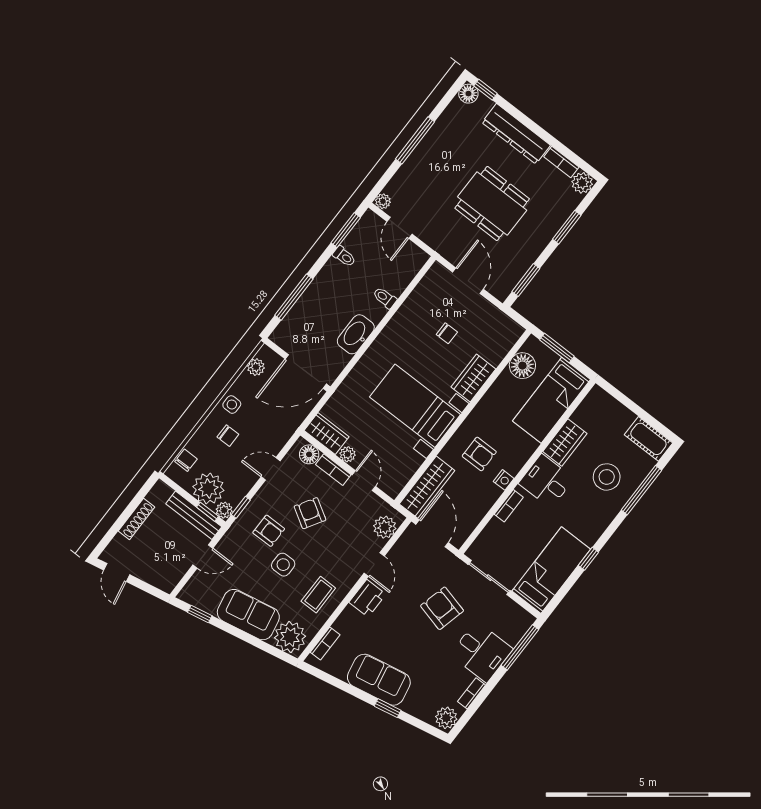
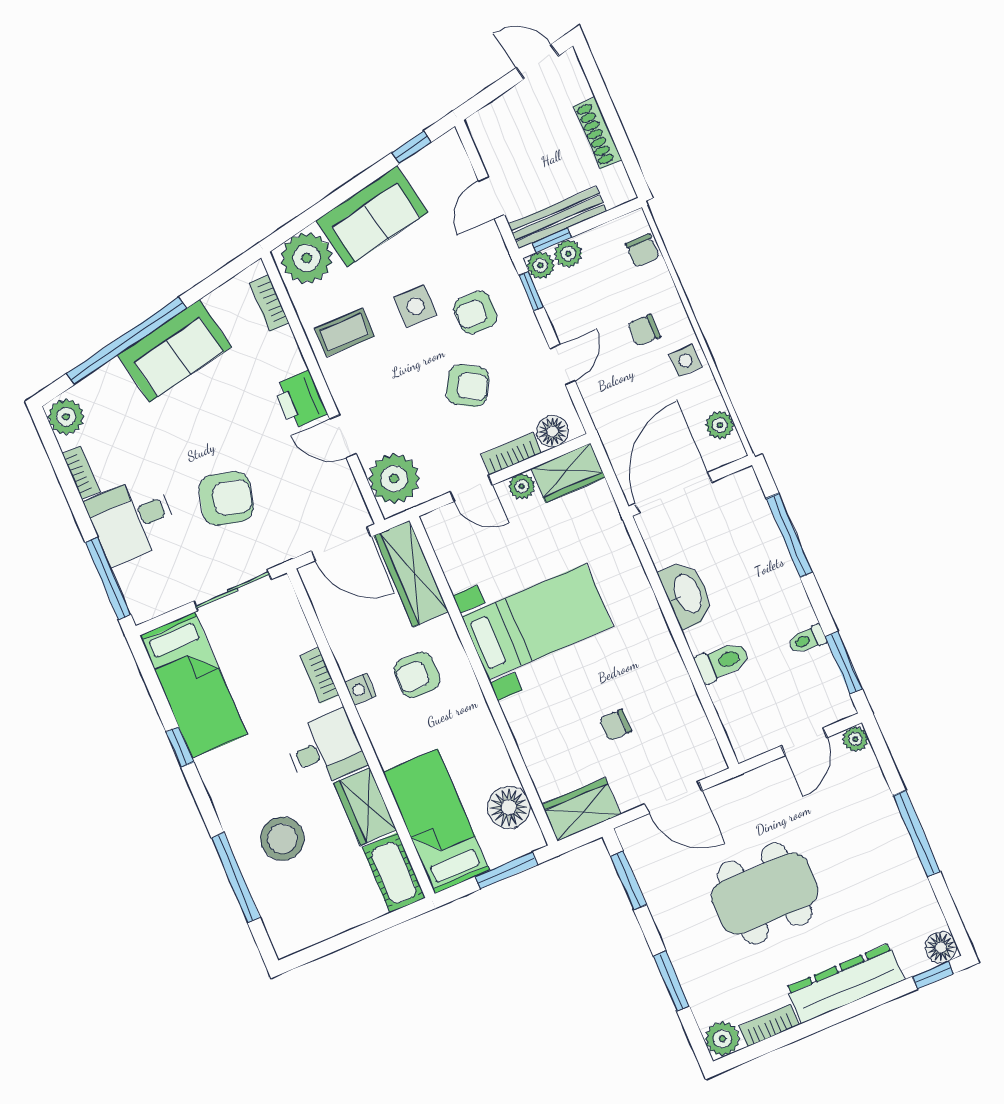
door: (399, 228) -> (804, 742), swing flipped
toilet: (385, 298) -> (722, 662), width x1.37, depth x1.39
wardrobe: (473, 378) -> (581, 810), moved, turned -90
cot: (648, 439) -> (394, 873), moved, turned 90
plant: (208, 488) -> (568, 254), width x0.53, depth x0.53
plant: (385, 527) -> (394, 479), width x1.36, depth x1.36
coffee table: (318, 595) -> (345, 332), turned 90
window: (388, 708) -> (127, 341), width x3.17

